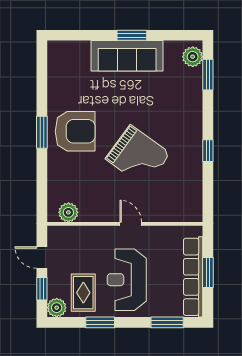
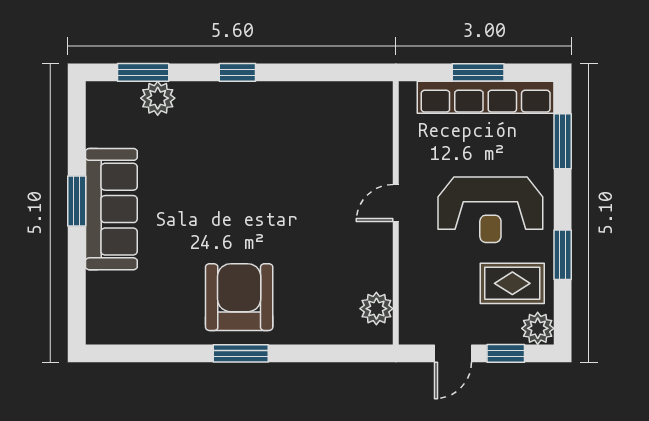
plant: (193, 57) -> (158, 98), moved
window: (208, 151) -> (237, 72), moved
grand piano: (138, 156) -> (281, 191), removed

